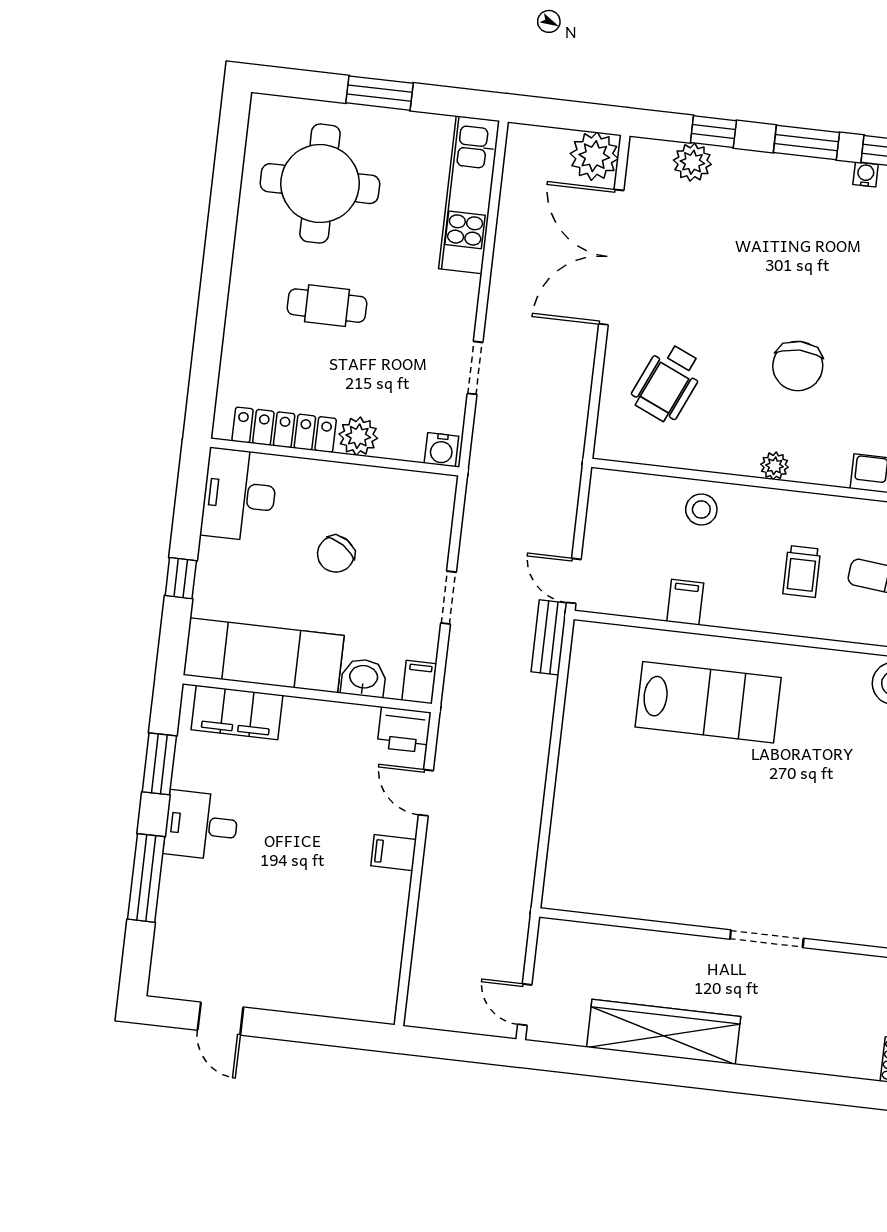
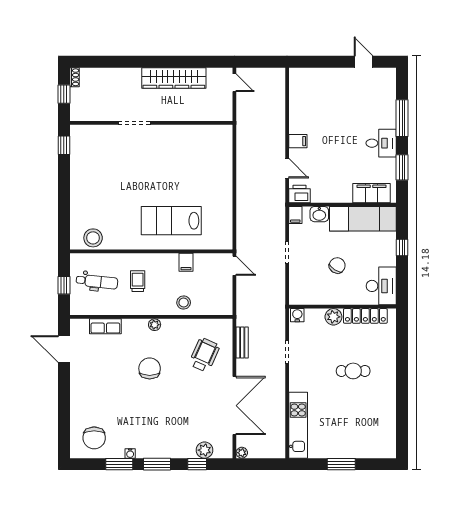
plant: (594, 156) -> (242, 453), width x0.53, depth x0.53
round table: (320, 184) -> (362, 423), removed
bench: (549, 637) -> (242, 343), moved

